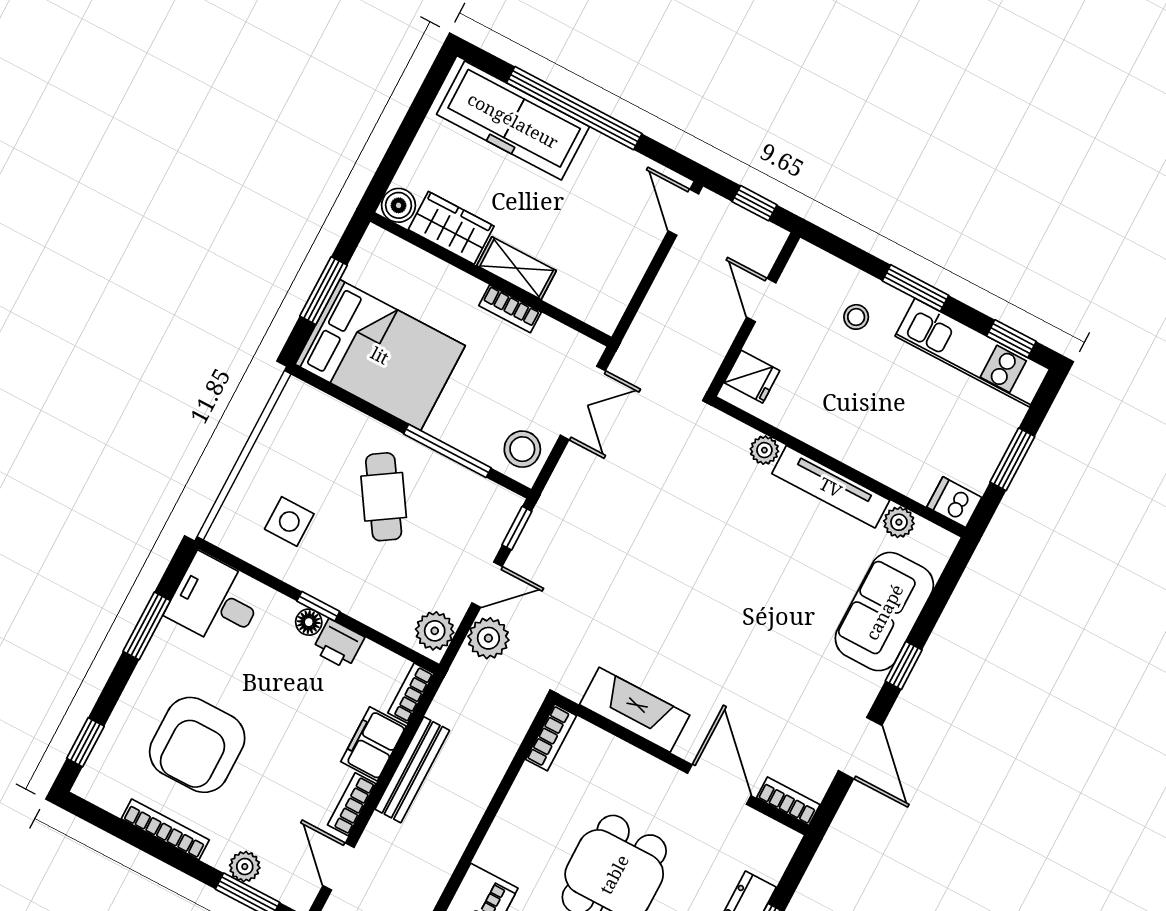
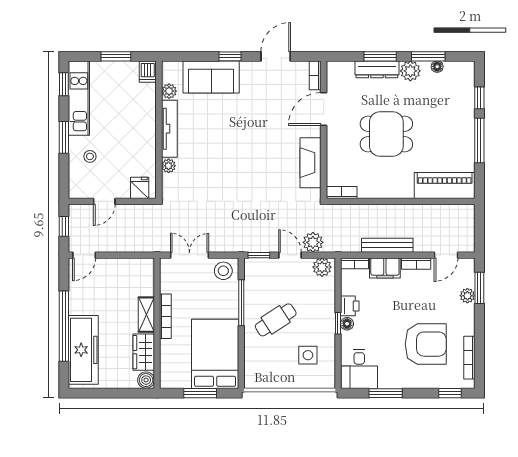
bookcase: (510, 309) -> (165, 316), width x1.56
bookcase: (165, 829) -> (469, 358), moved

